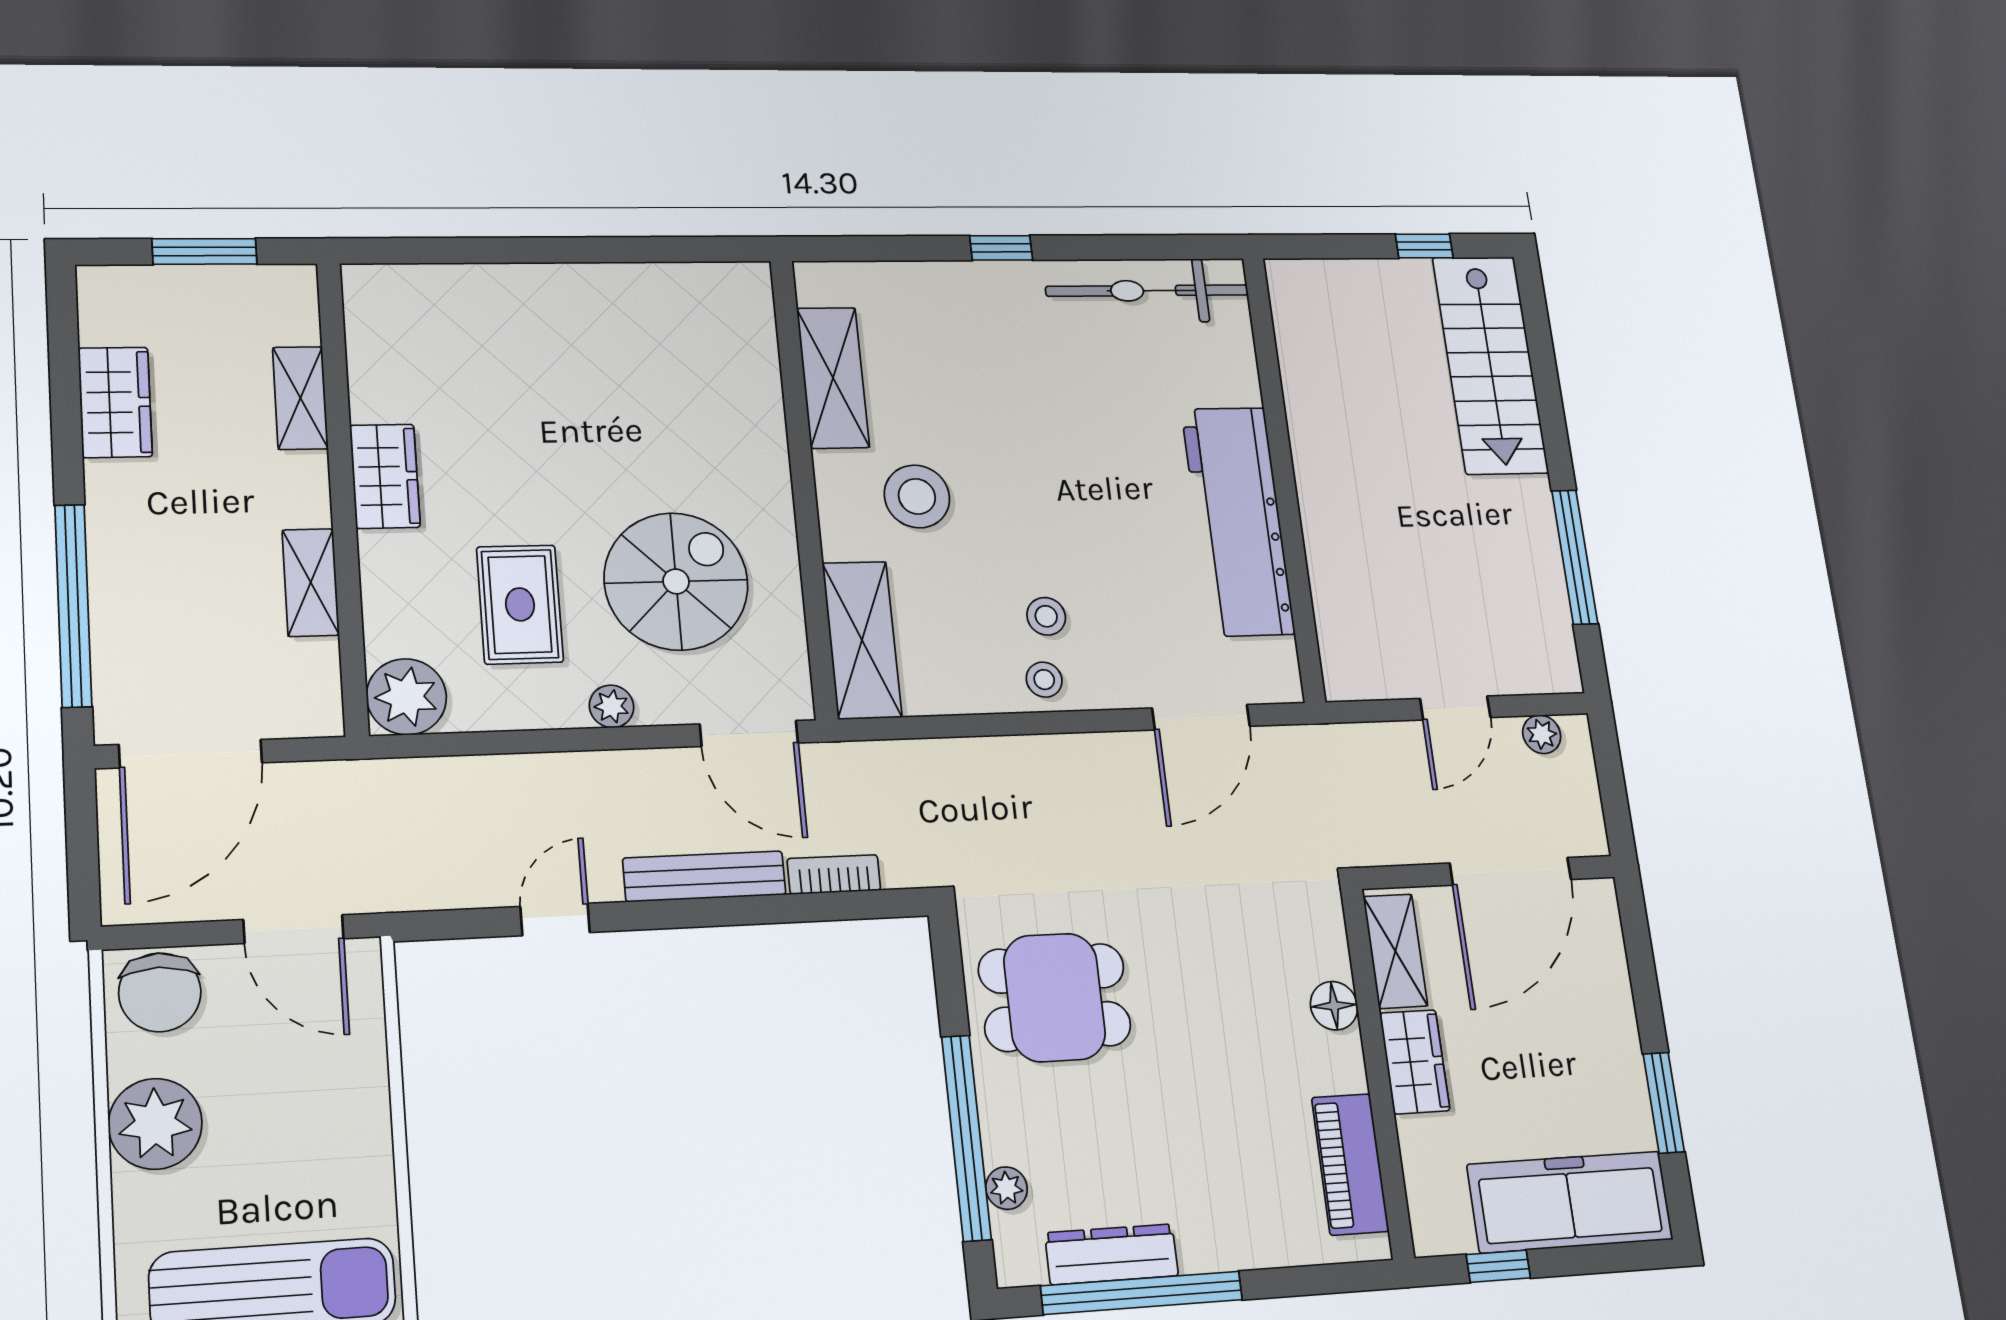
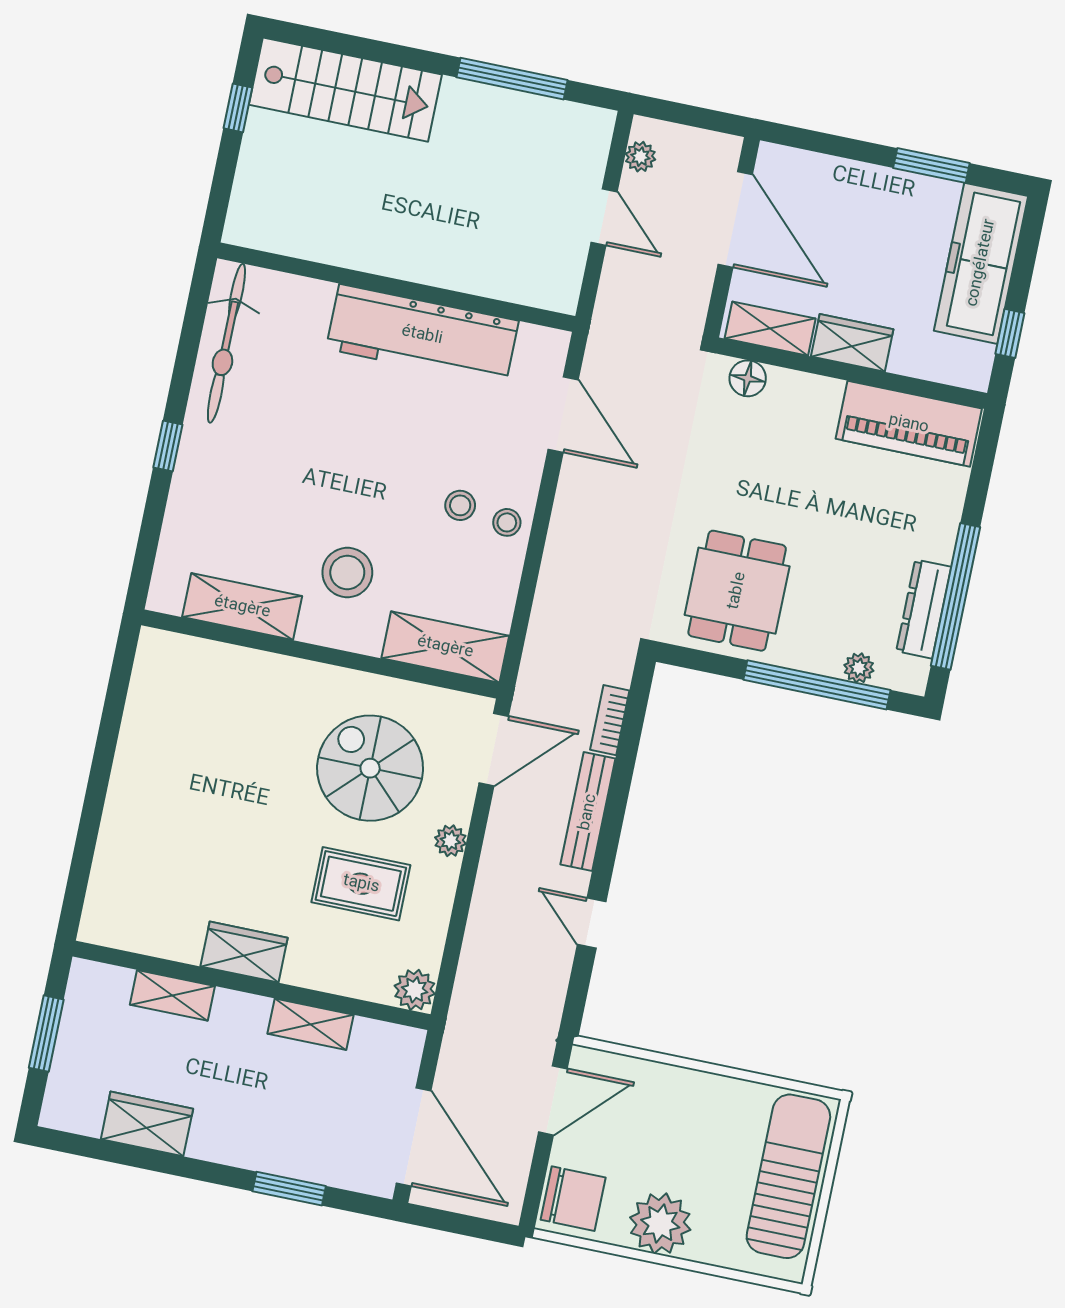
window: (73, 605) -> (289, 1189), width x0.47
plant: (406, 697) -> (415, 990), width x0.73, depth x0.73
floor lamp: (1334, 1006) -> (748, 378), moved
piano: (1350, 1164) -> (909, 424), width x1.37, depth x1.33

